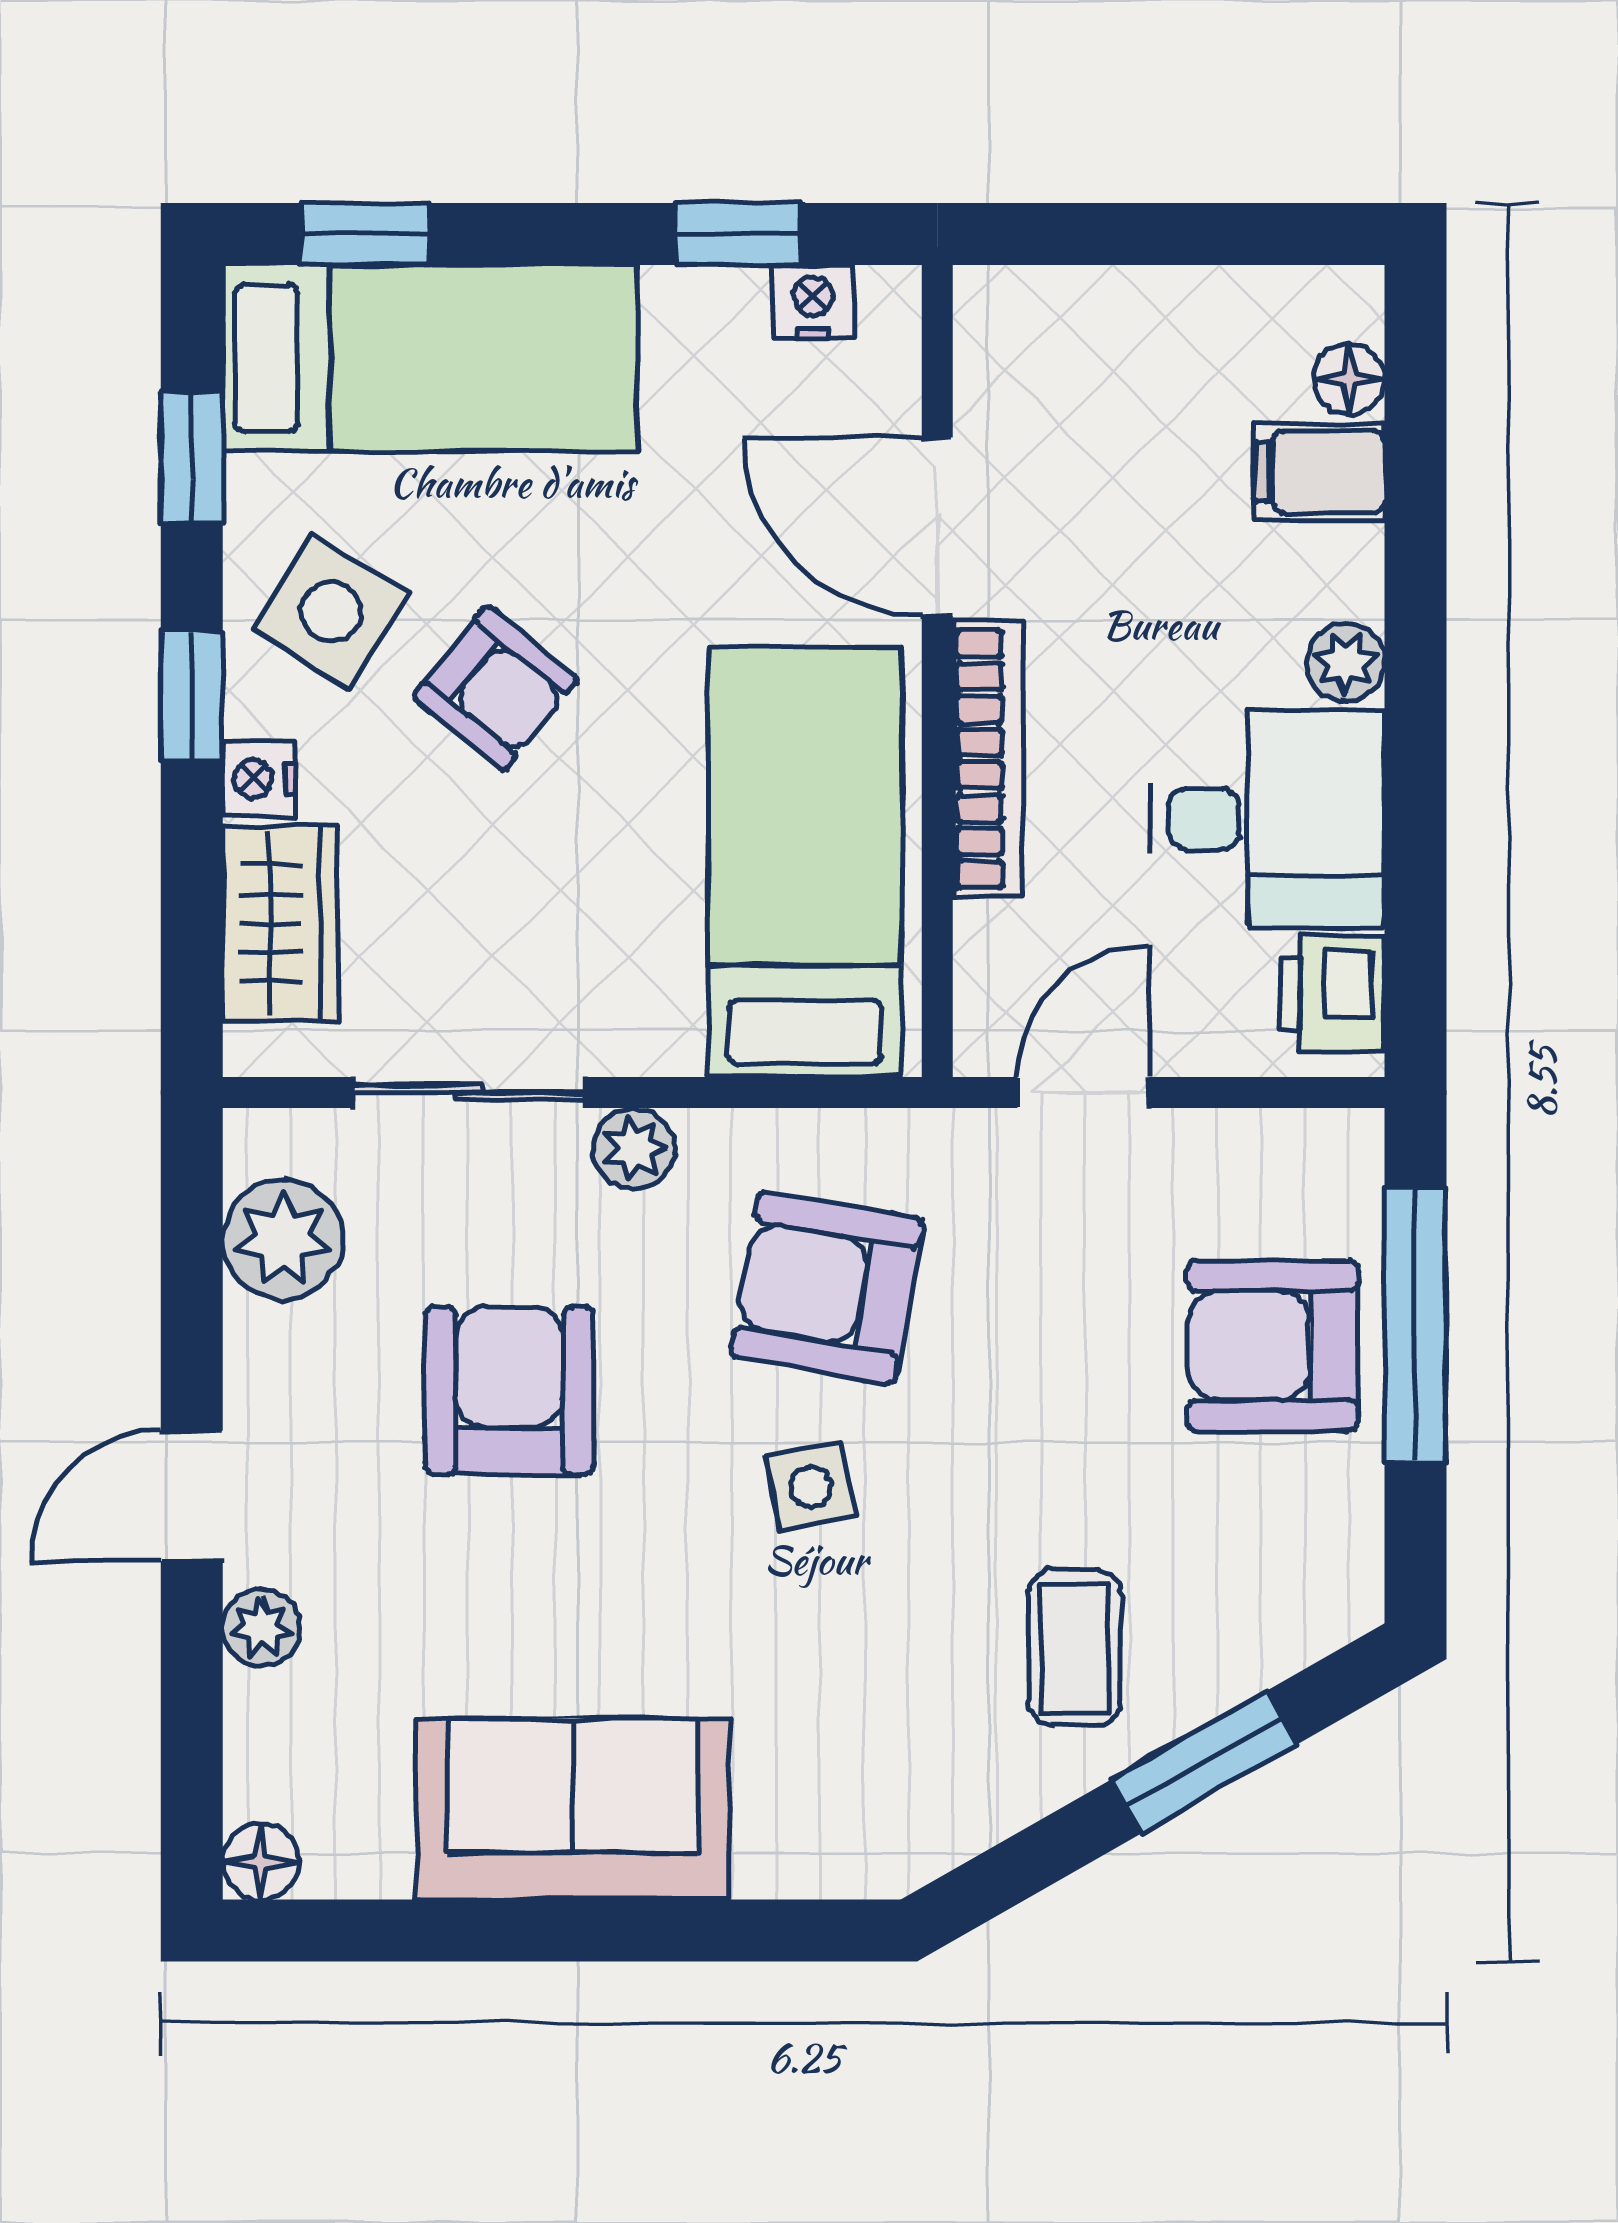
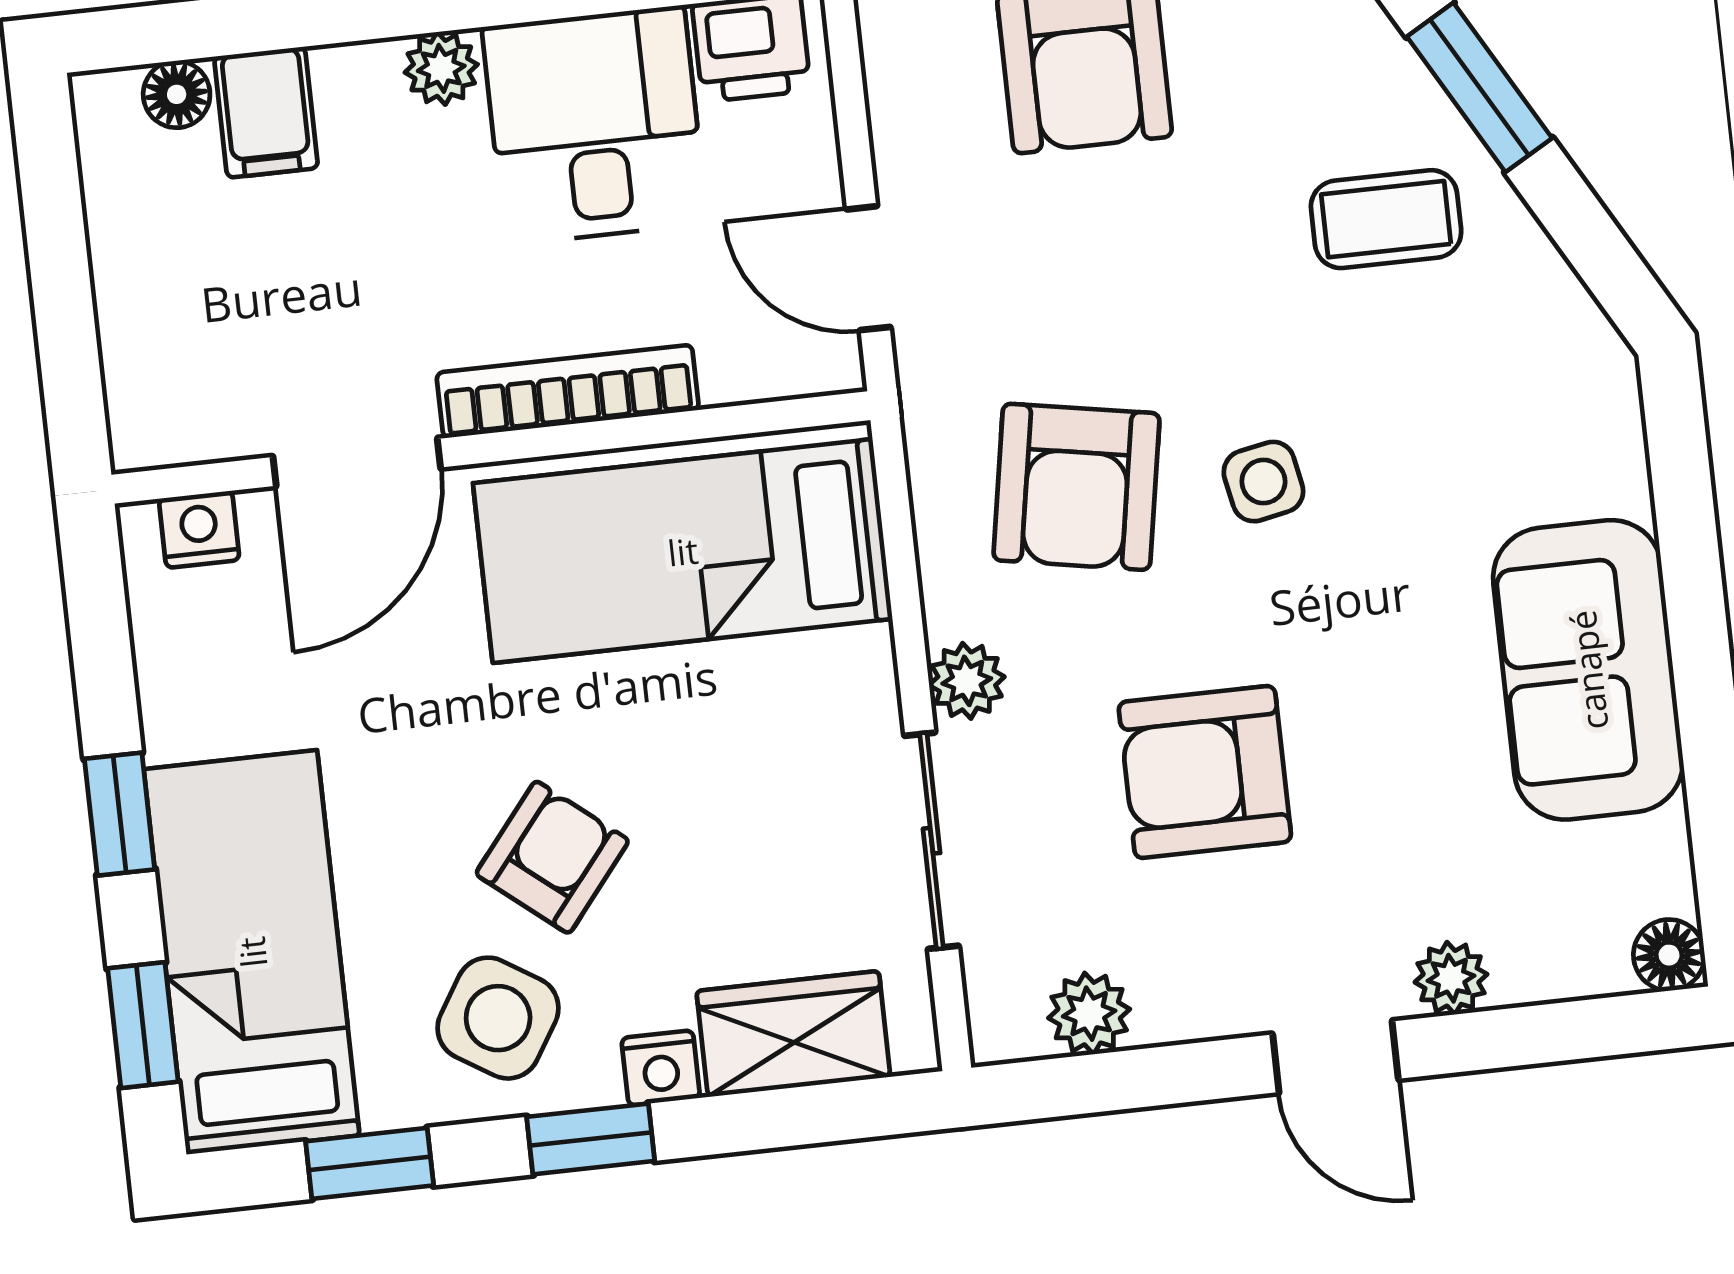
window: (738, 234) -> (120, 814), moved
nightstand: (813, 302) -> (199, 529), moved, turned 90
plant: (283, 1239) -> (1089, 1014), width x0.73, depth x0.73

